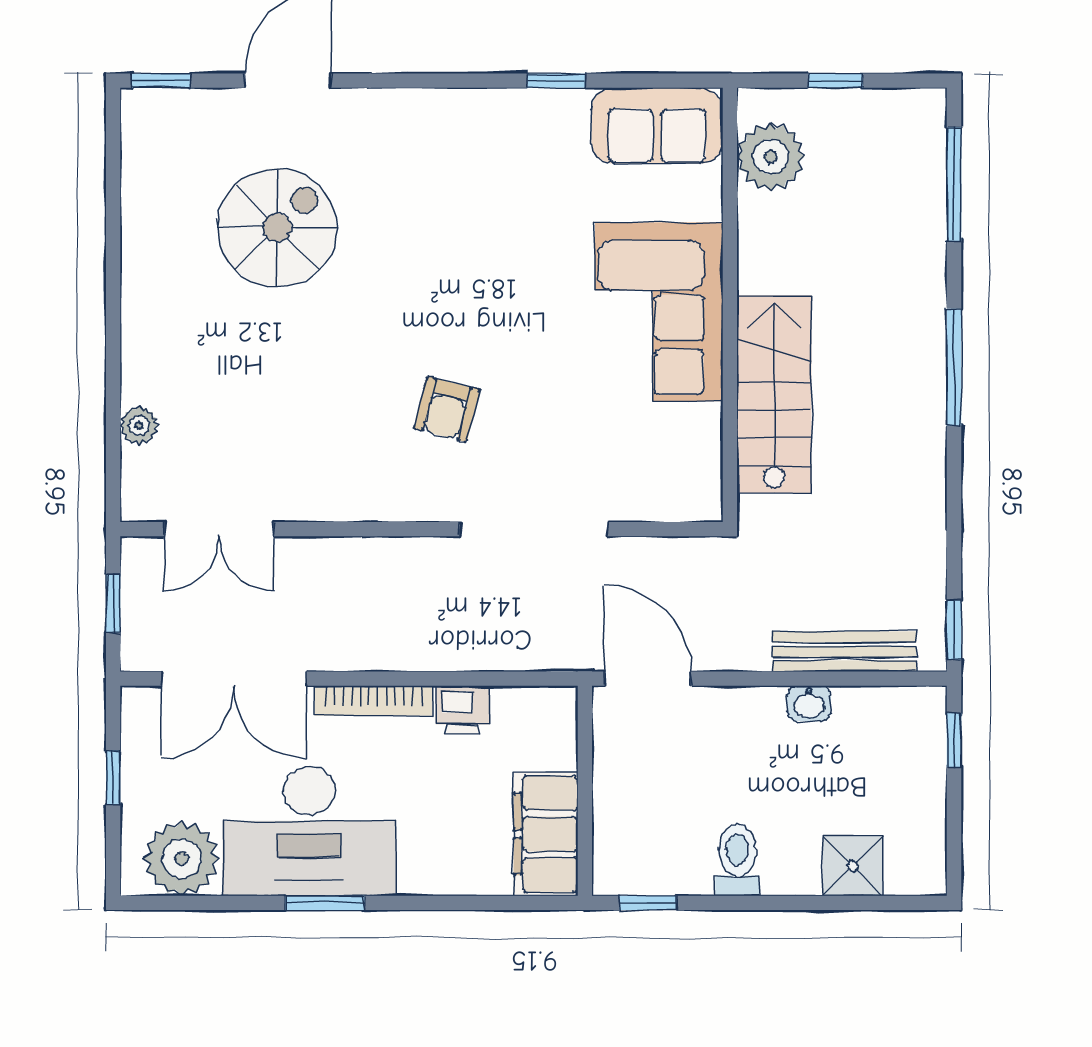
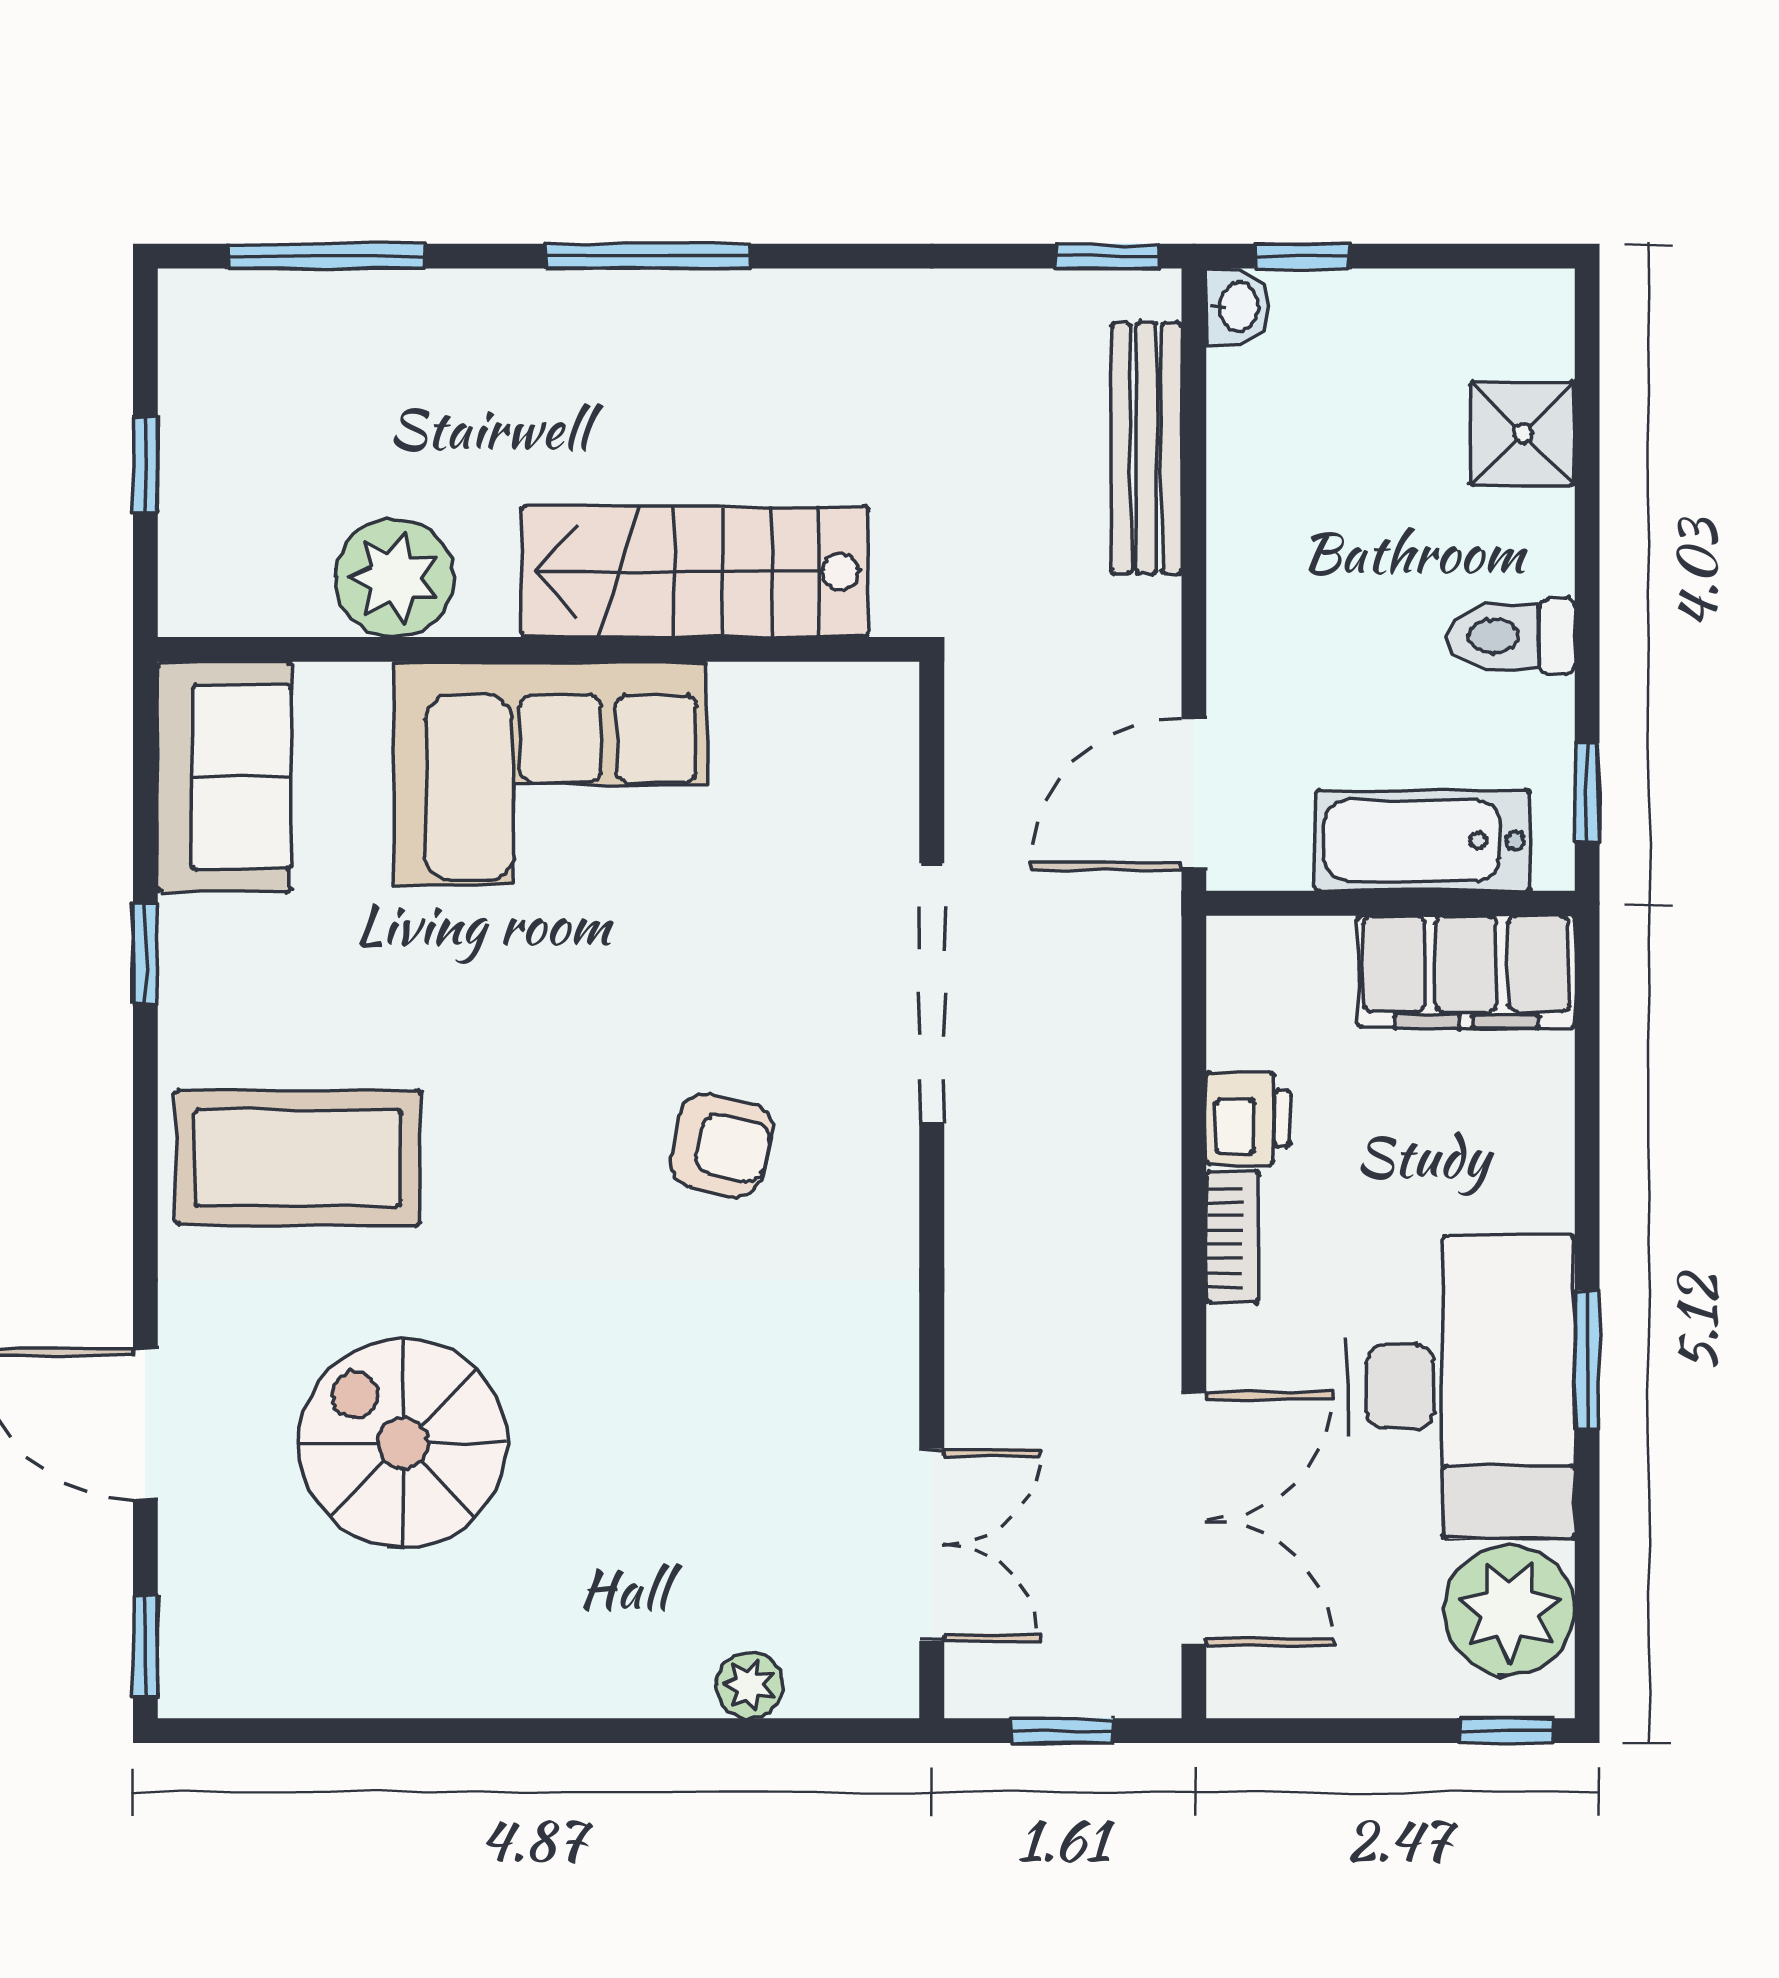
plant: (771, 157) -> (395, 578), moved
coffee table: (440, 168) -> (298, 1158), added
bookcase: (374, 701) -> (1232, 1237), width x0.64
washbasin: (809, 703) -> (1237, 307), moved
window: (113, 778) -> (1507, 1731), moved
bathtub: (621, 809) -> (1423, 840), added

